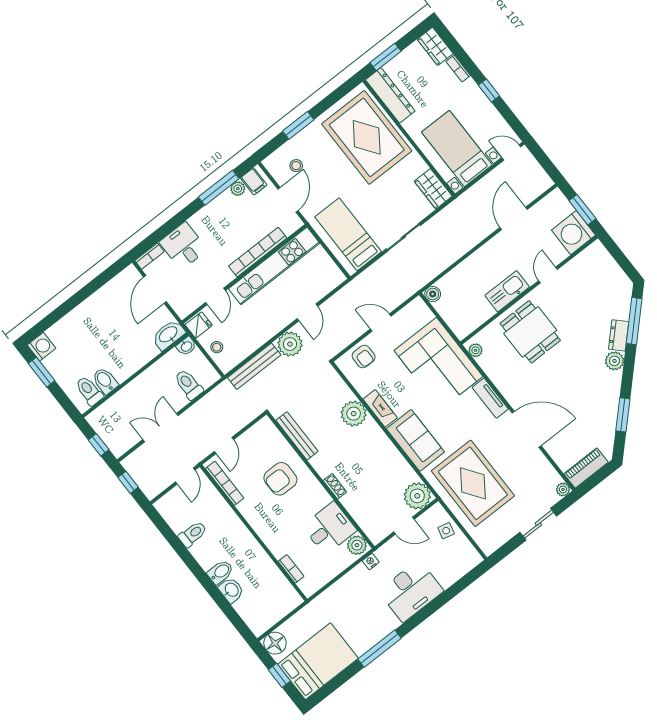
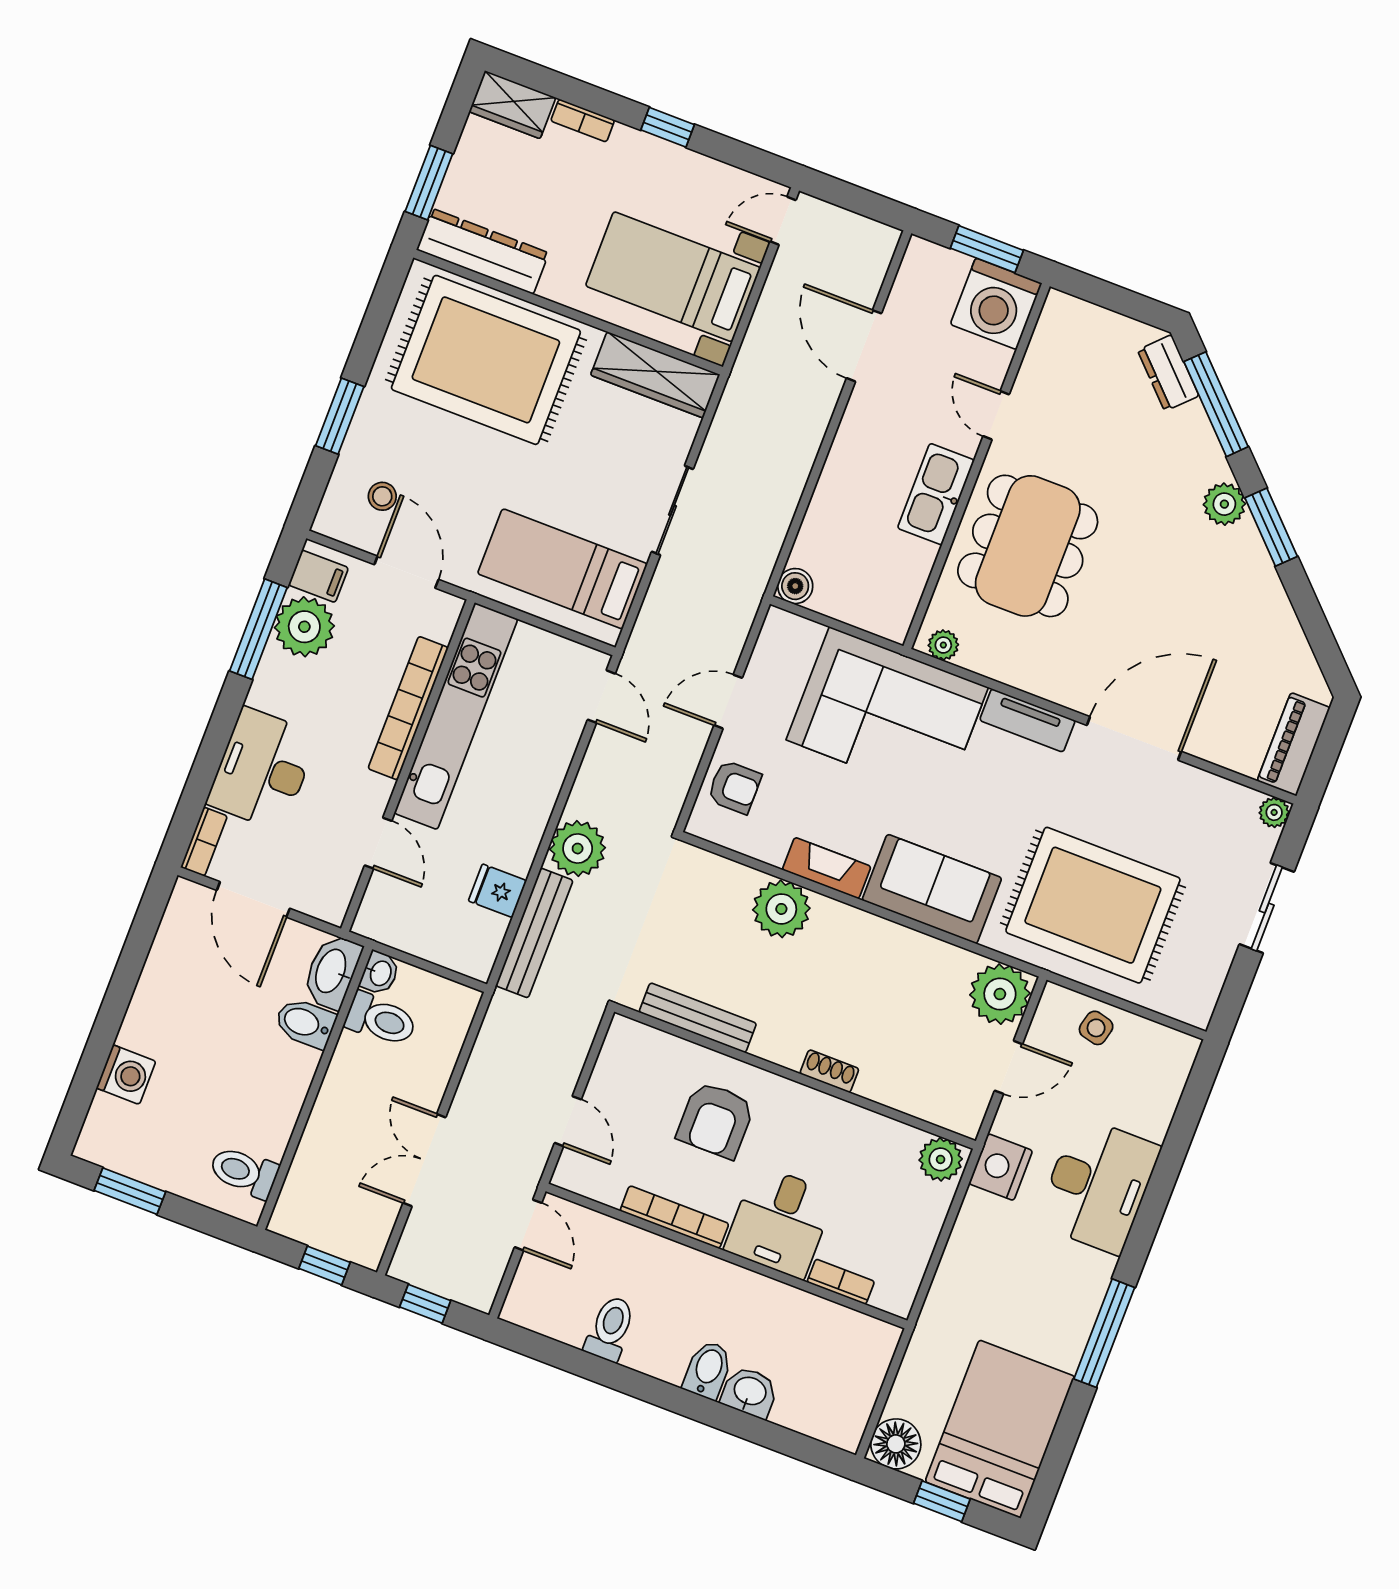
plant: (238, 189) -> (304, 627), width x1.88, depth x1.88
wardrobe: (433, 189) -> (655, 375), width x1.50
desk: (183, 246) -> (262, 769), width x1.37
door: (307, 312) -> (601, 697), moved
fridge: (199, 325) -> (497, 891), moved, turned -90
dining table: (530, 332) -> (1028, 546), width x1.38
dresser: (619, 335) -> (1168, 373), moved
washing machine: (42, 347) -> (126, 1075), moved, turned 90
stool: (217, 347) -> (440, 939), removed
bidet: (105, 381) -> (305, 1023), moved
toilet: (189, 384) -> (381, 1020), moved, turned 180
window: (623, 415) -> (1271, 527), moved
bookcase: (225, 483) -> (674, 1217), moved
desk: (329, 528) -> (780, 1222), moved, turned 180
nightstand: (371, 562) -> (1001, 1167), width x1.89, depth x1.79

